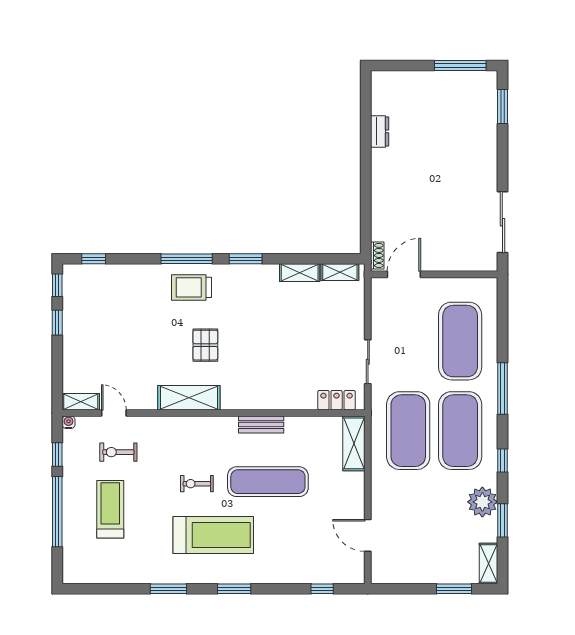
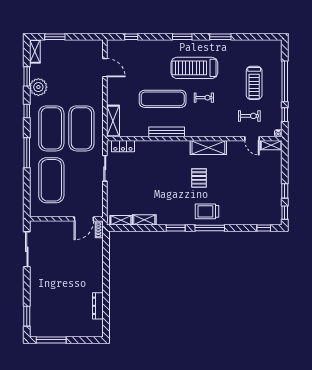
dresser: (380, 131) -> (98, 306), width x1.44
trolley: (191, 287) -> (207, 211), turned 180
bench: (261, 425) -> (167, 132), width x1.36

